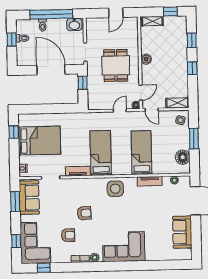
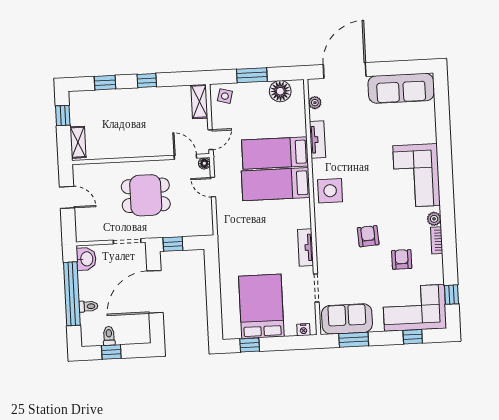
boiler: (146, 59) -> (135, 150), removed
bed: (101, 153) -> (276, 184), moved
sofa: (182, 232) -> (401, 88), width x1.36

